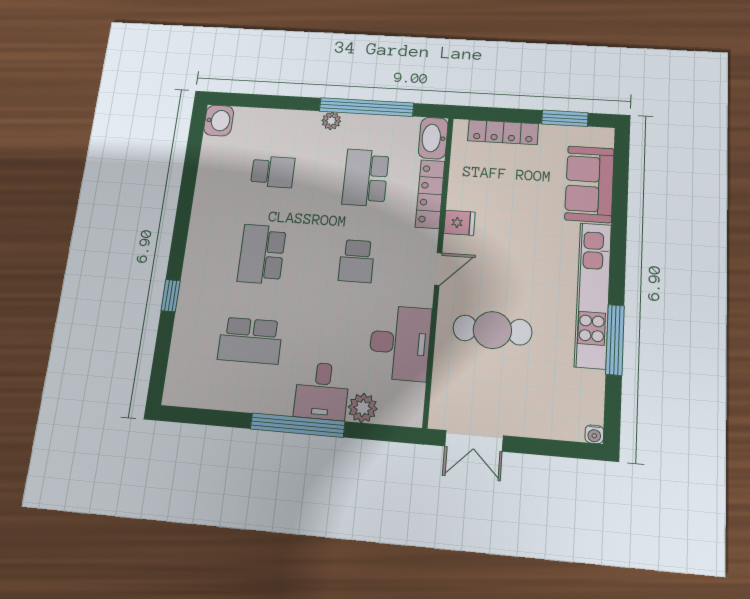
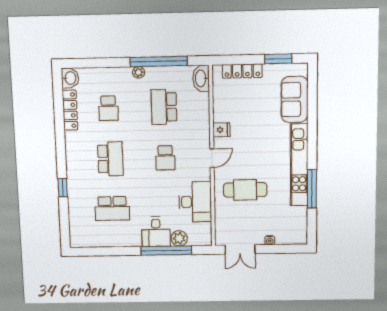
school desk: (273, 172) -> (108, 108), turned 90
locker: (430, 194) -> (70, 110), moved, turned 180
school desk: (262, 254) -> (110, 159), turned 180
window: (298, 425) -> (166, 250), moved
water cooler: (594, 434) -> (270, 240), moved

